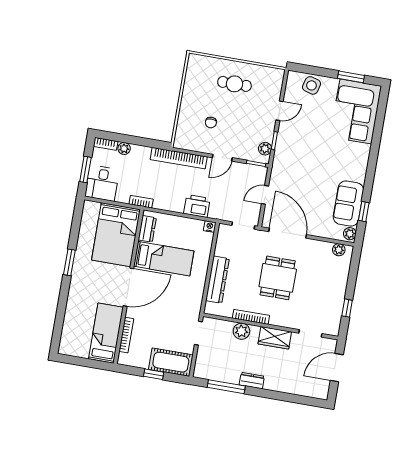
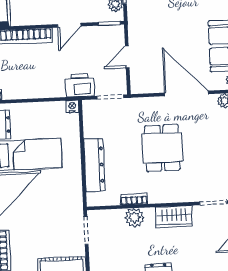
printer: (197, 206) -> (80, 85), moved
door: (288, 233) -> (186, 93), moved
bookcase: (251, 317) -> (134, 199), width x0.64

